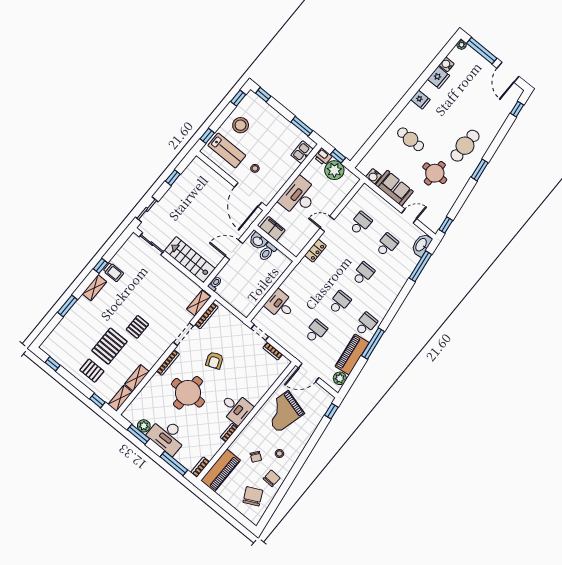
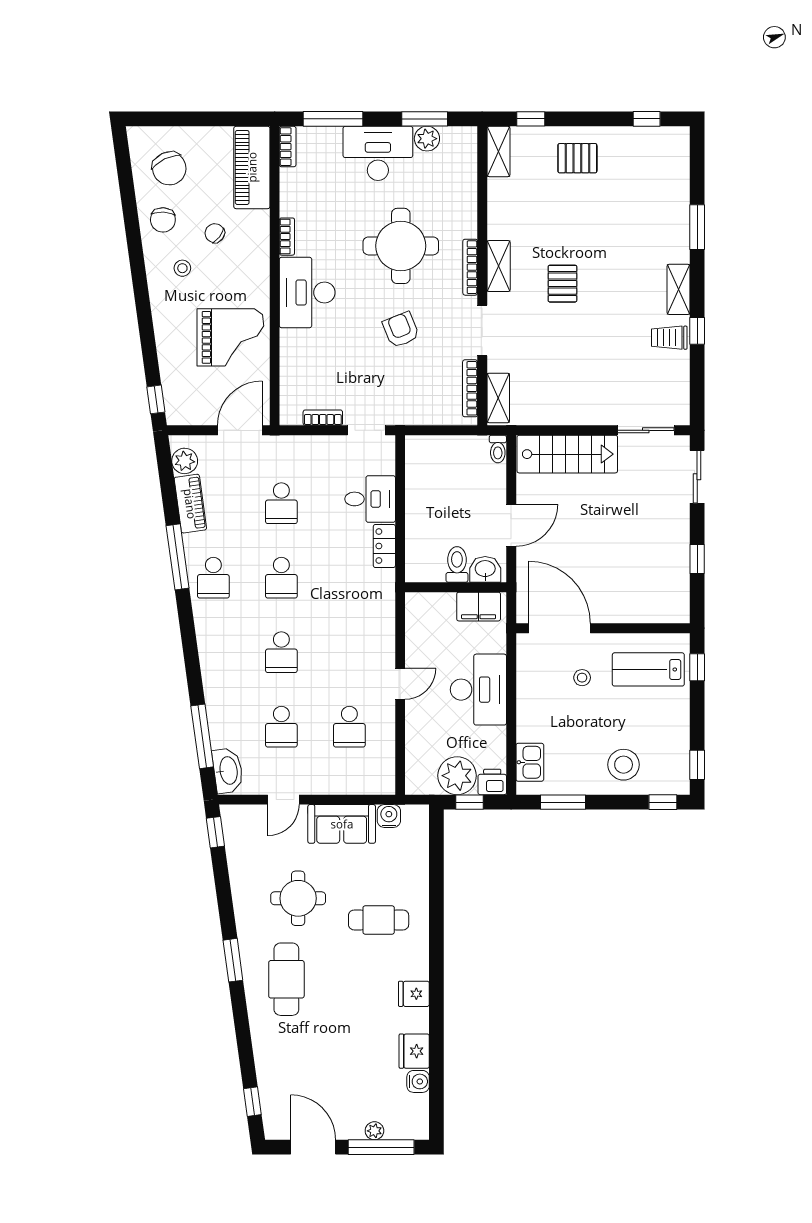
plant: (461, 45) -> (374, 1131), moved
stool: (241, 125) -> (624, 765), moved
locker: (315, 251) -> (384, 546), moved
pallet: (109, 346) -> (581, 218), removed
piano: (352, 355) -> (190, 504), width x0.73, depth x0.75
shelving: (137, 378) -> (499, 266), moved
desk: (236, 408) -> (307, 293), width x1.37
grand piano: (283, 412) -> (230, 337), turned 75

